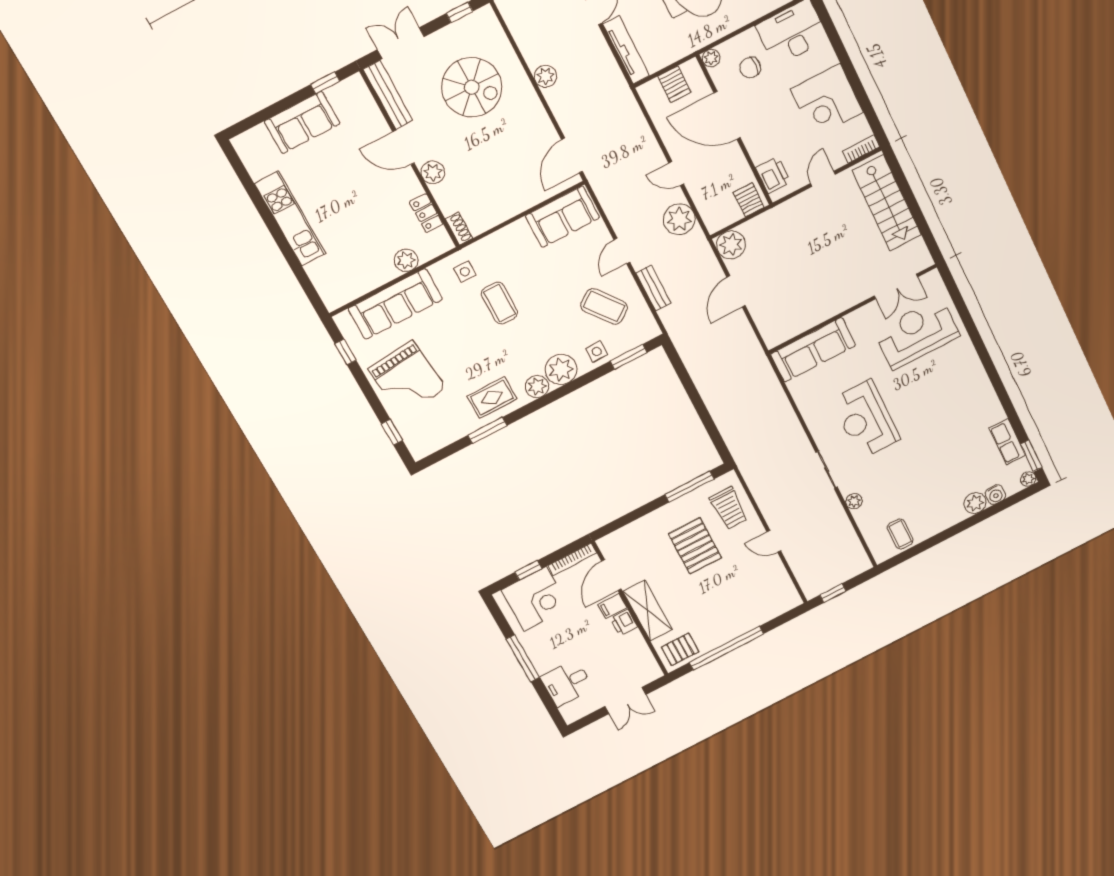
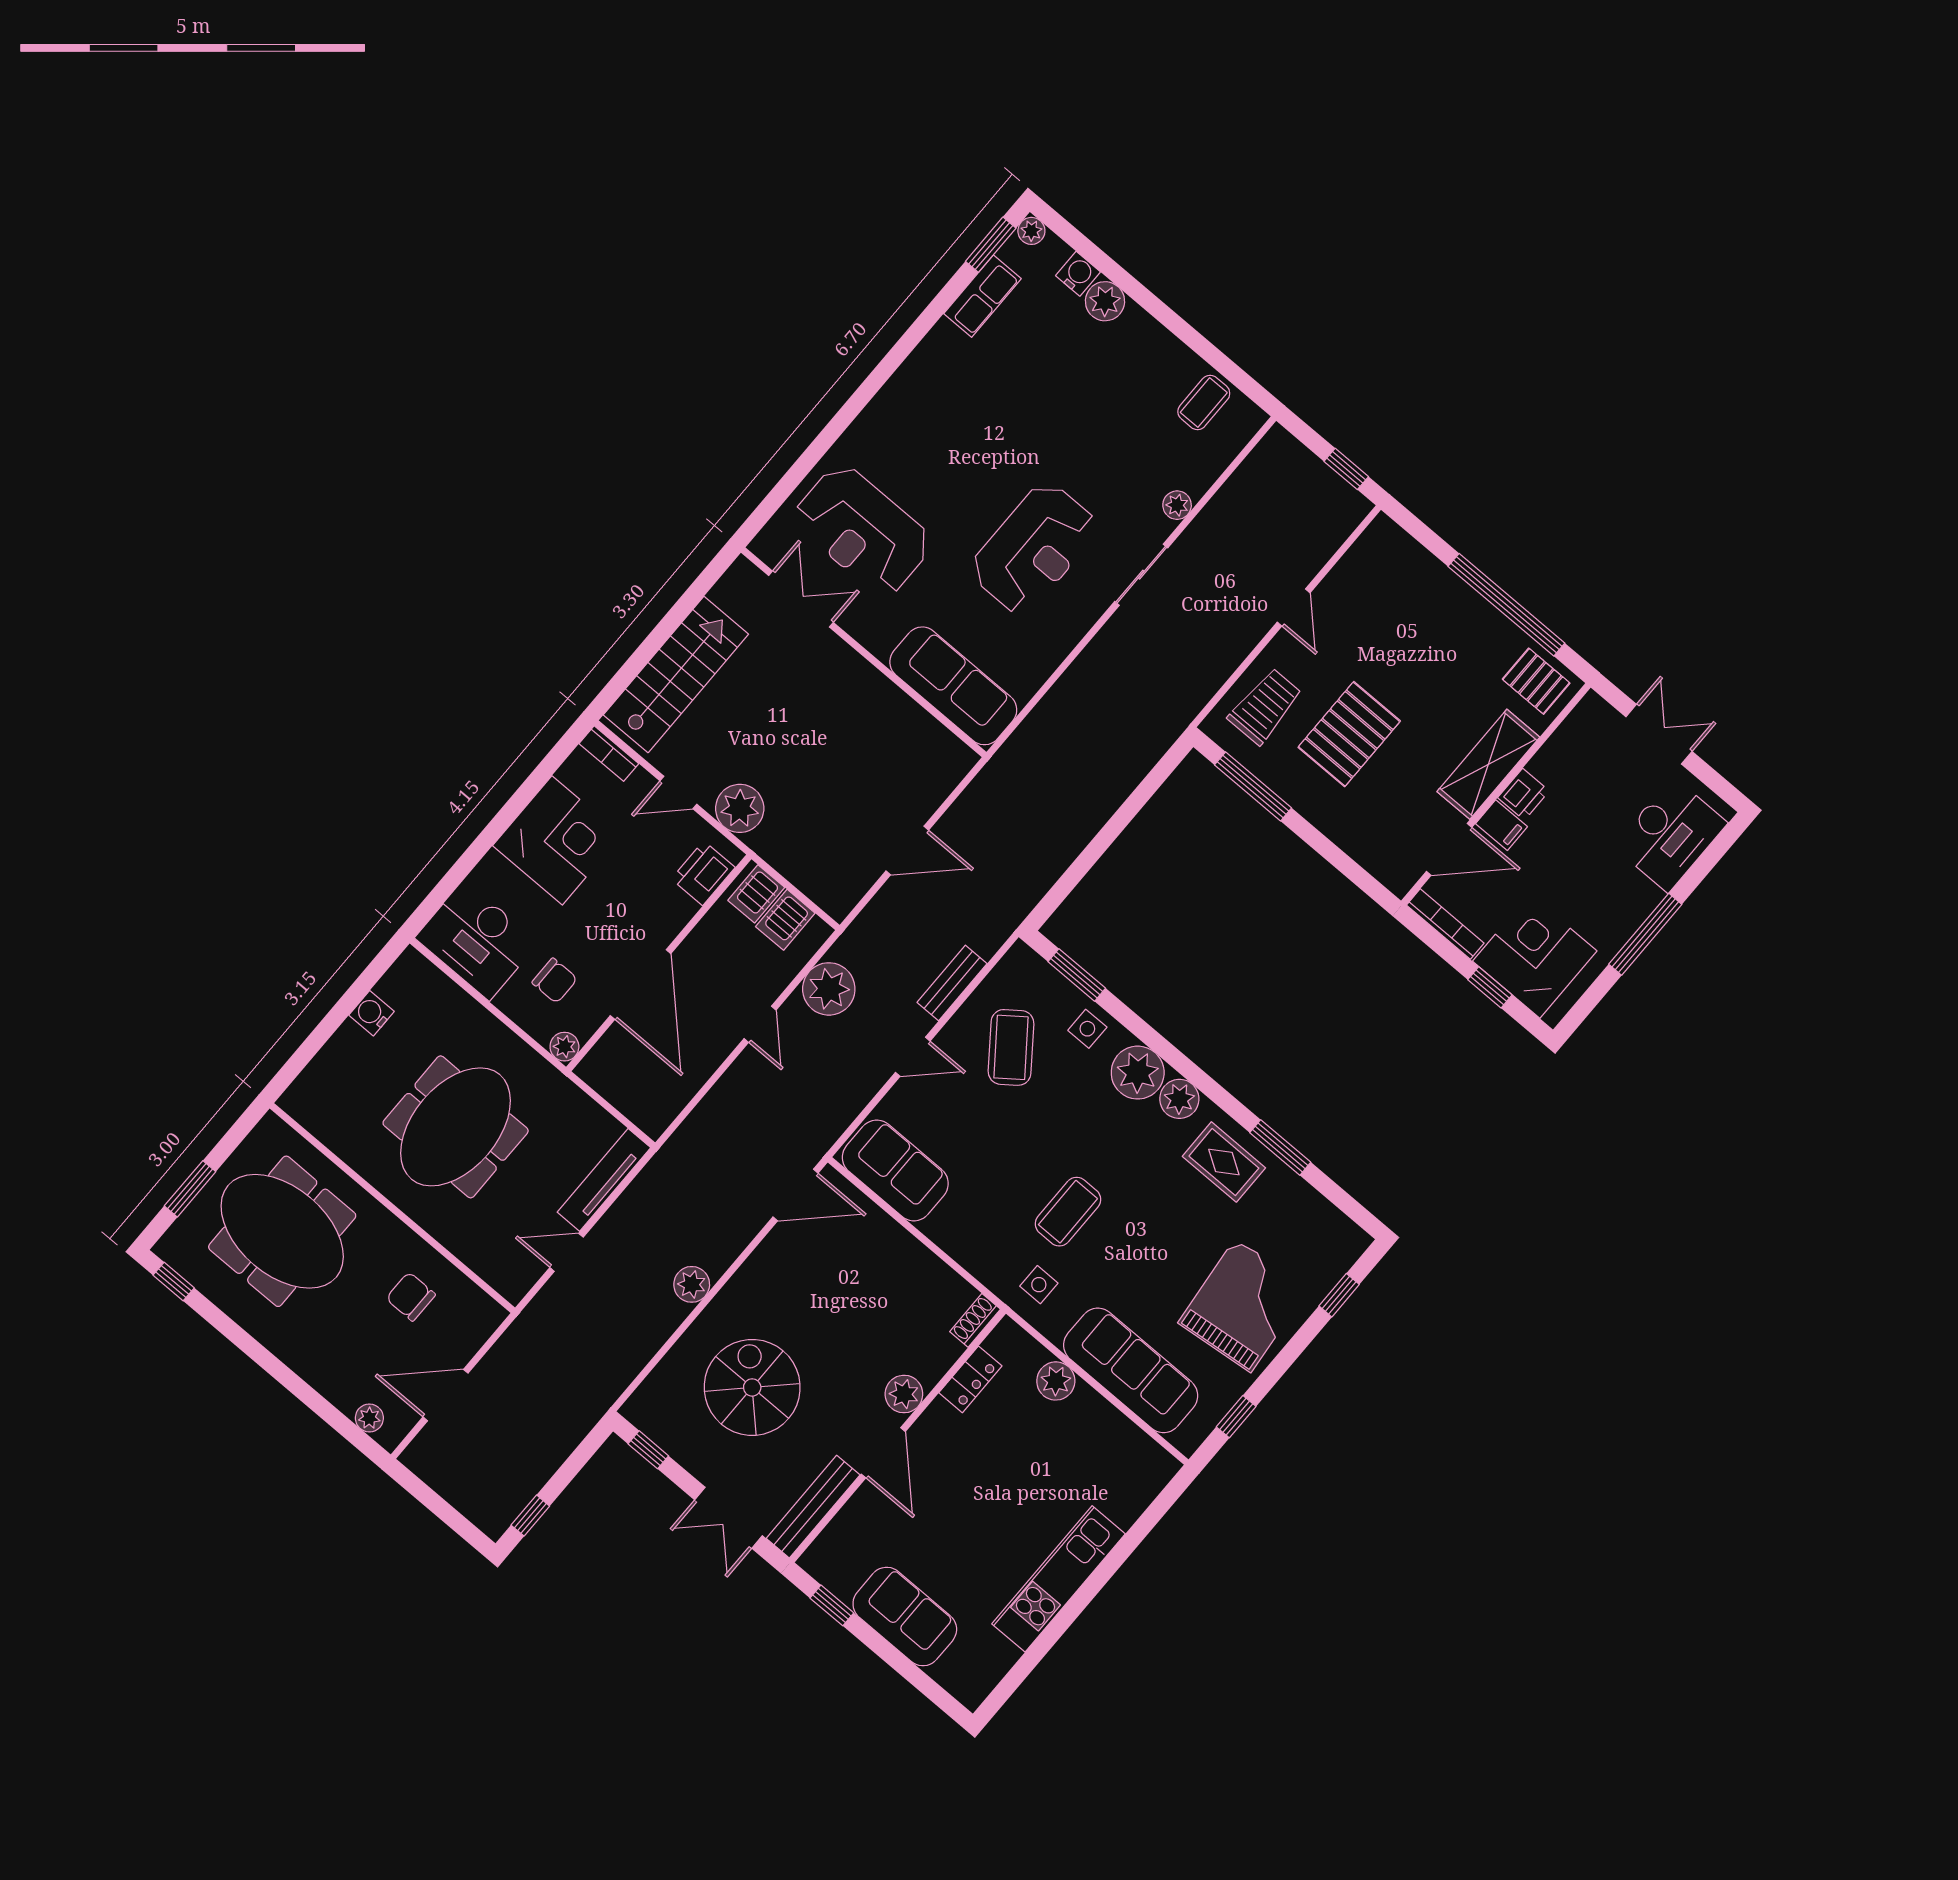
server rack: (674, 84) -> (785, 920), moved, turned 180
plant: (731, 245) -> (740, 808), moved
desk: (567, 683) -> (1670, 835), width x1.37

